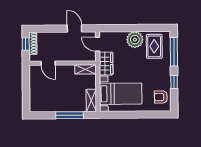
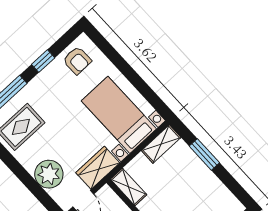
plant: (135, 40) -> (49, 174), moved
window: (70, 115) -> (204, 154), width x0.69

